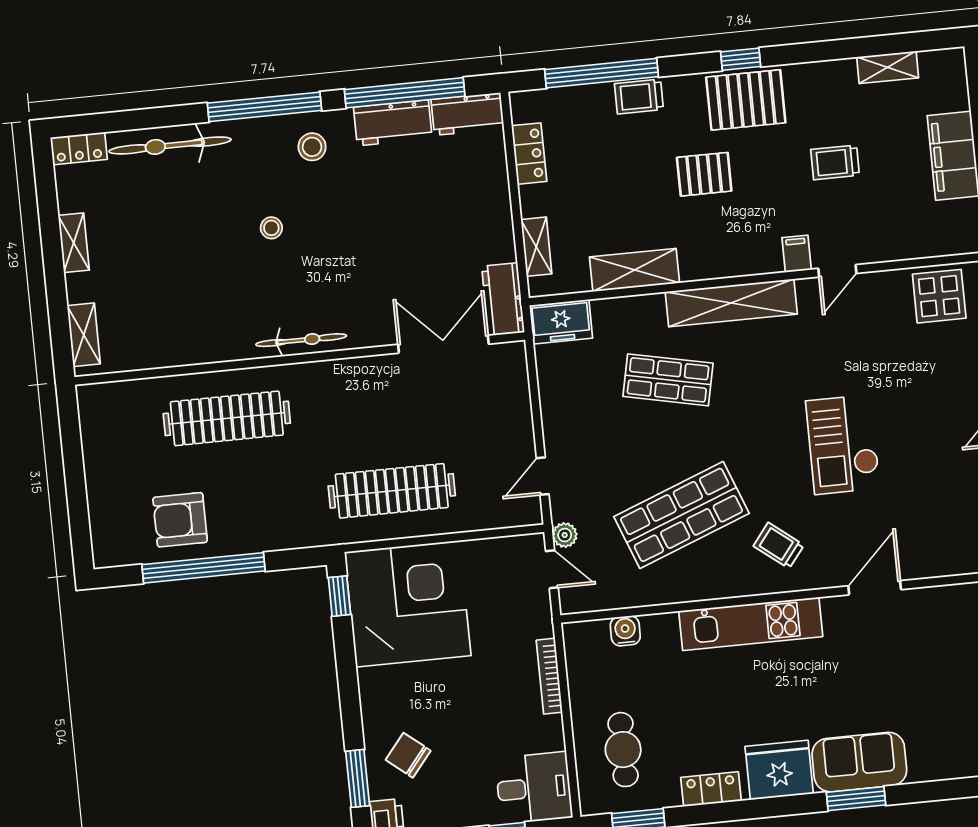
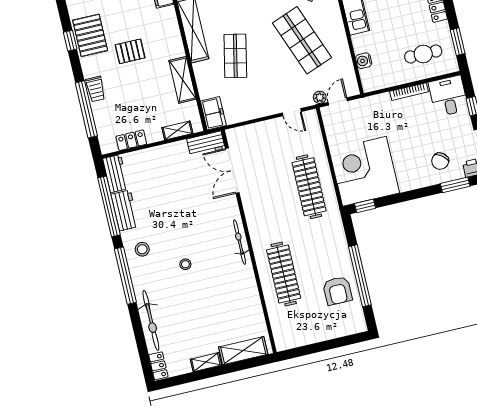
pallet: (704, 174) -> (130, 51), turned 90
shelving: (84, 335) -> (243, 351), width x1.50, depth x1.33
bookcase: (549, 676) -> (409, 92), moved

